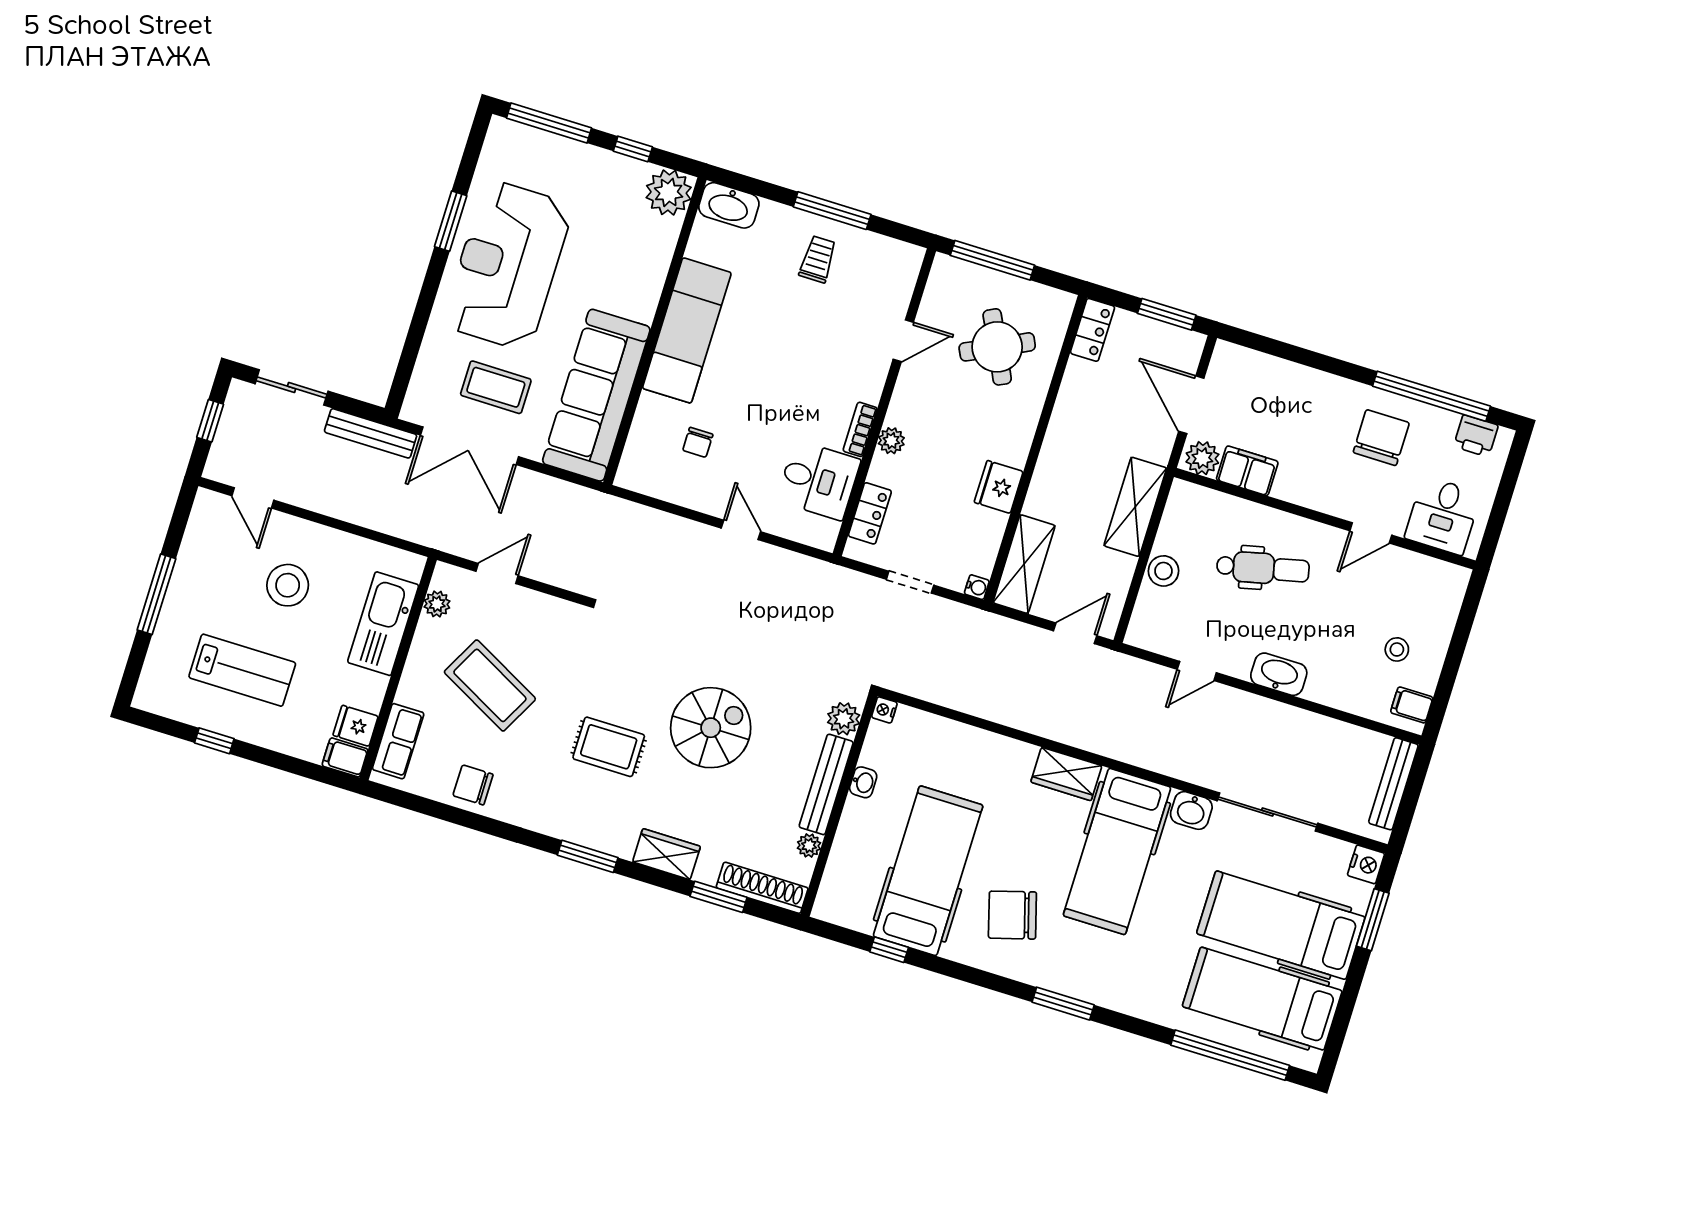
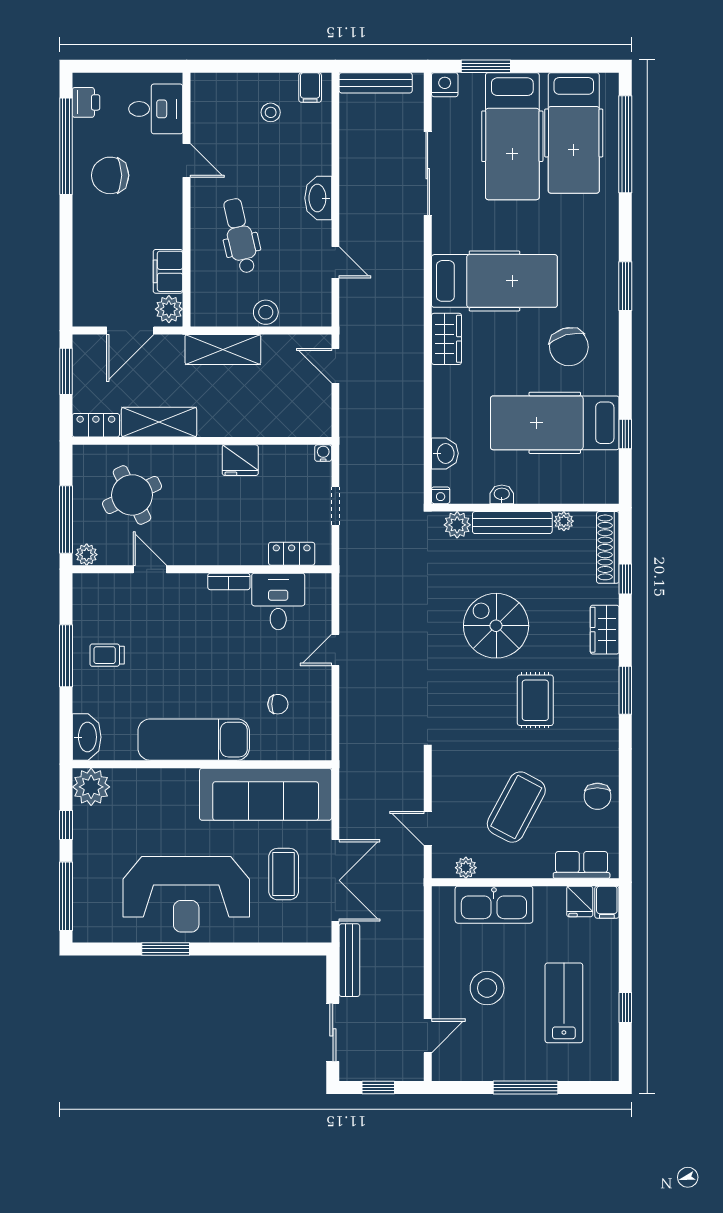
plant: (891, 441) -> (87, 555), moved
shelving: (1024, 564) -> (159, 422), moved
washbasin: (1191, 810) -> (445, 453), moved
window: (719, 897) -> (625, 579), width x0.67

